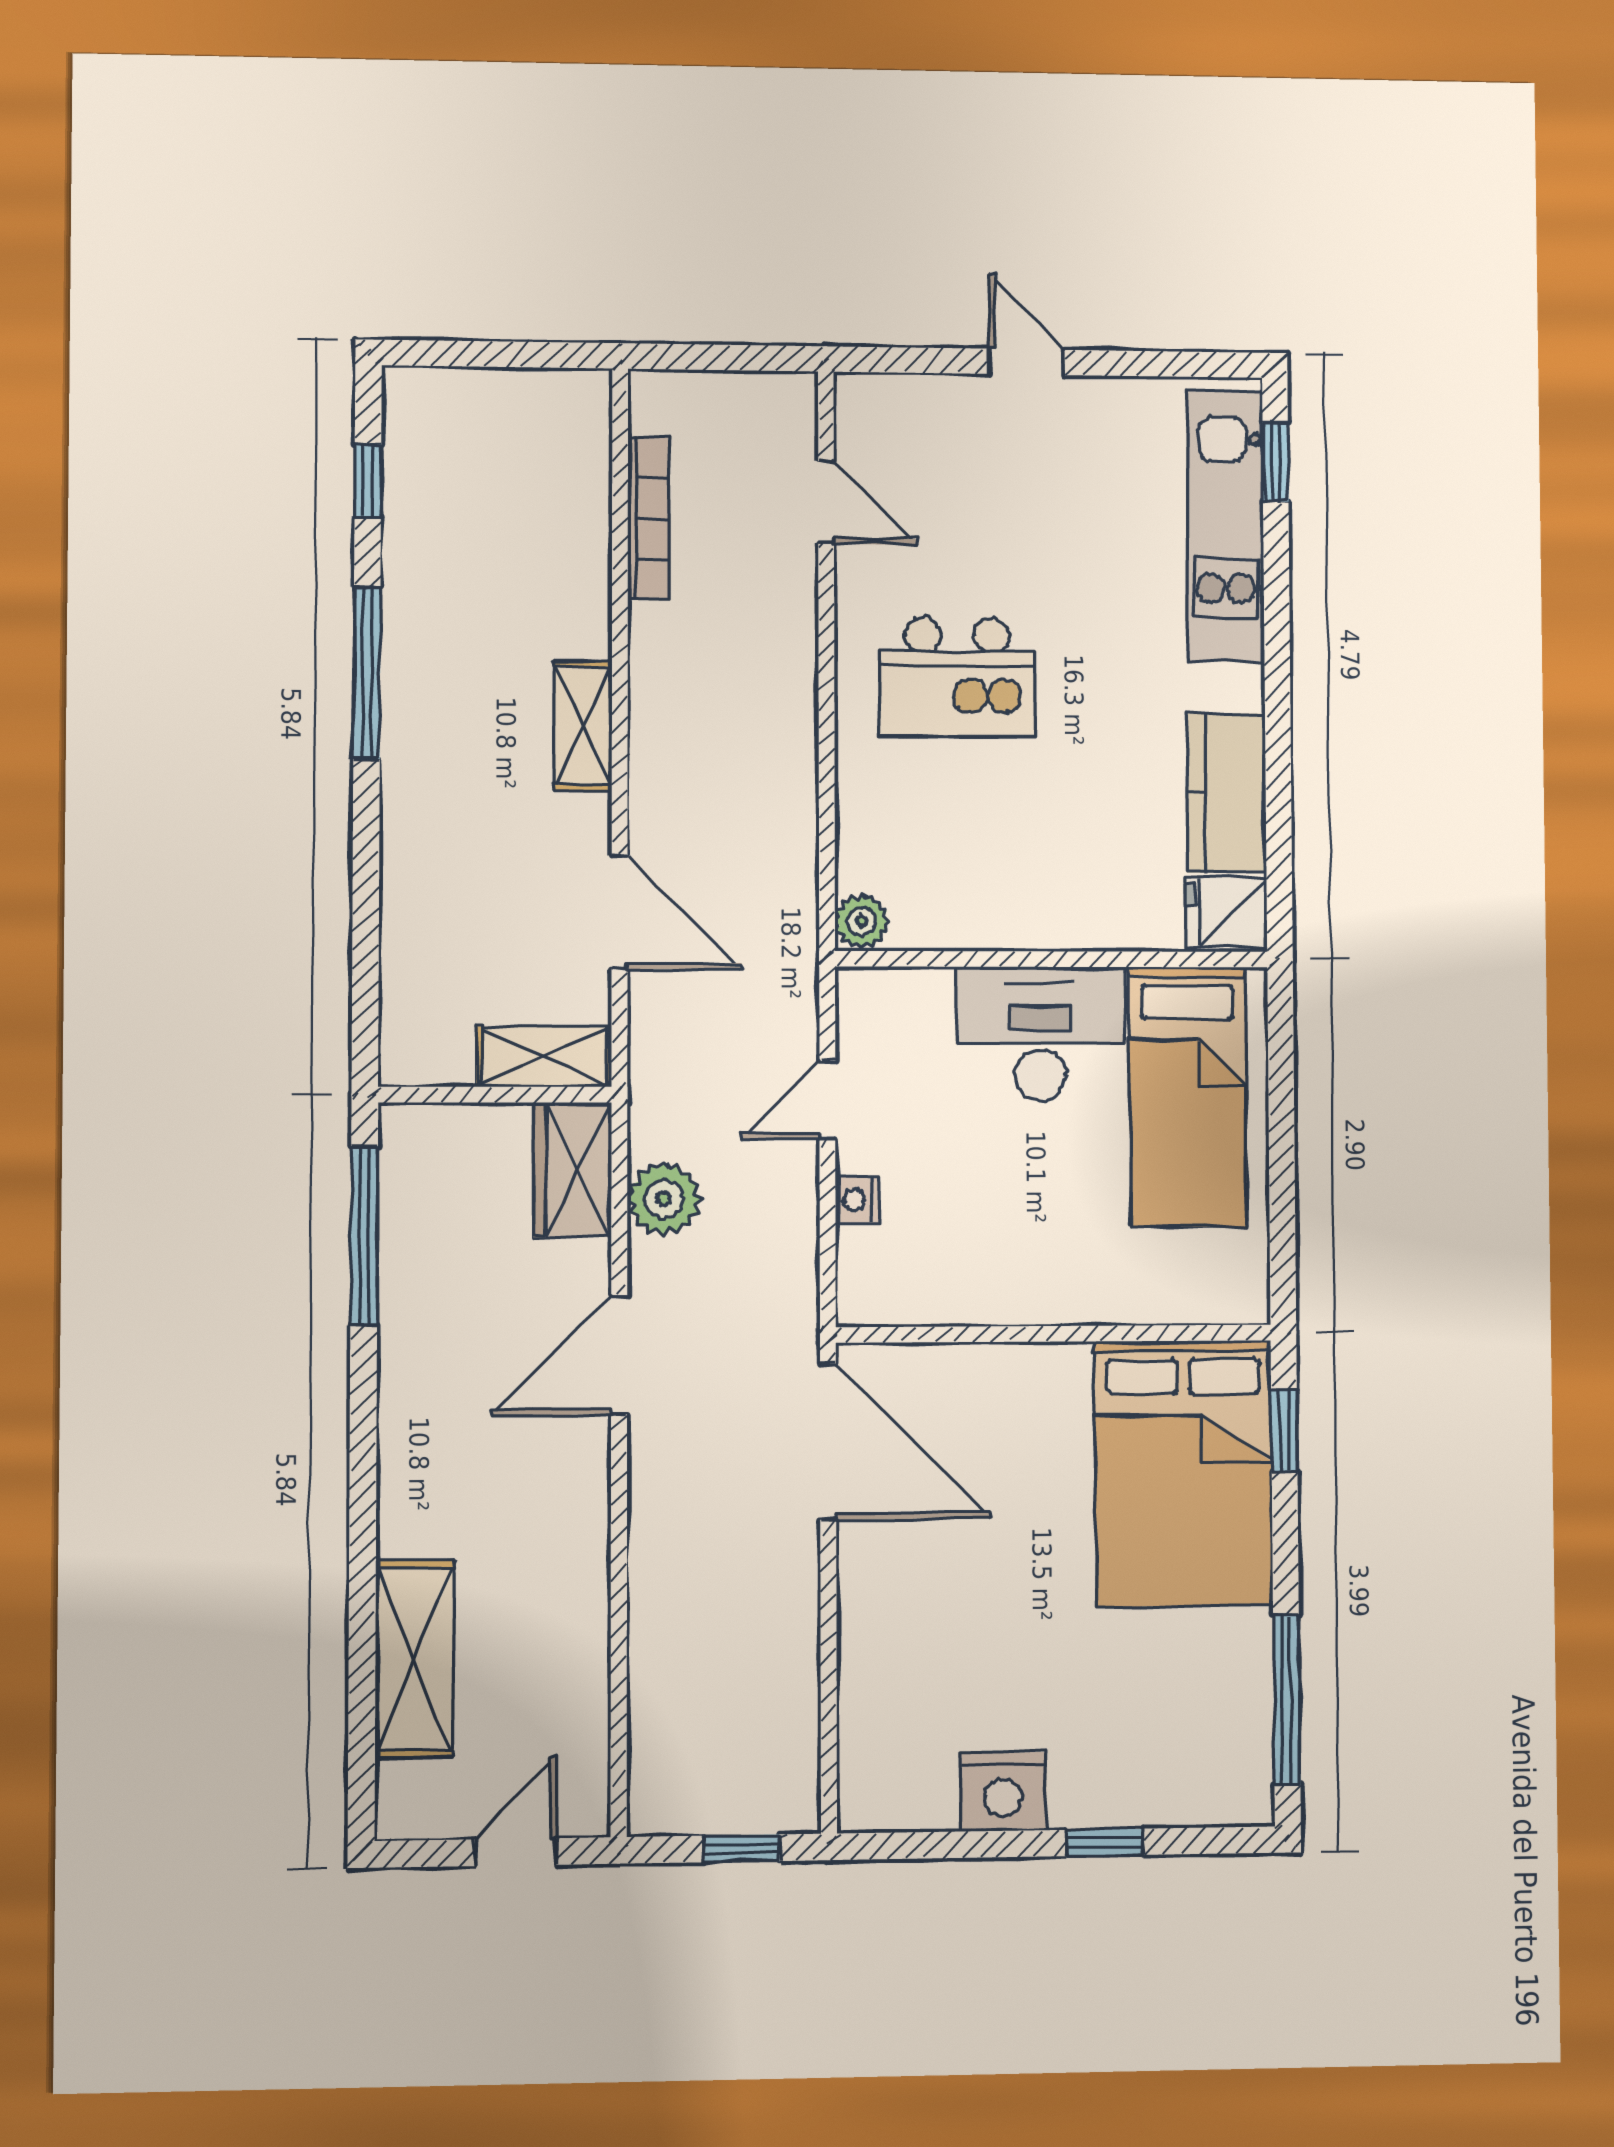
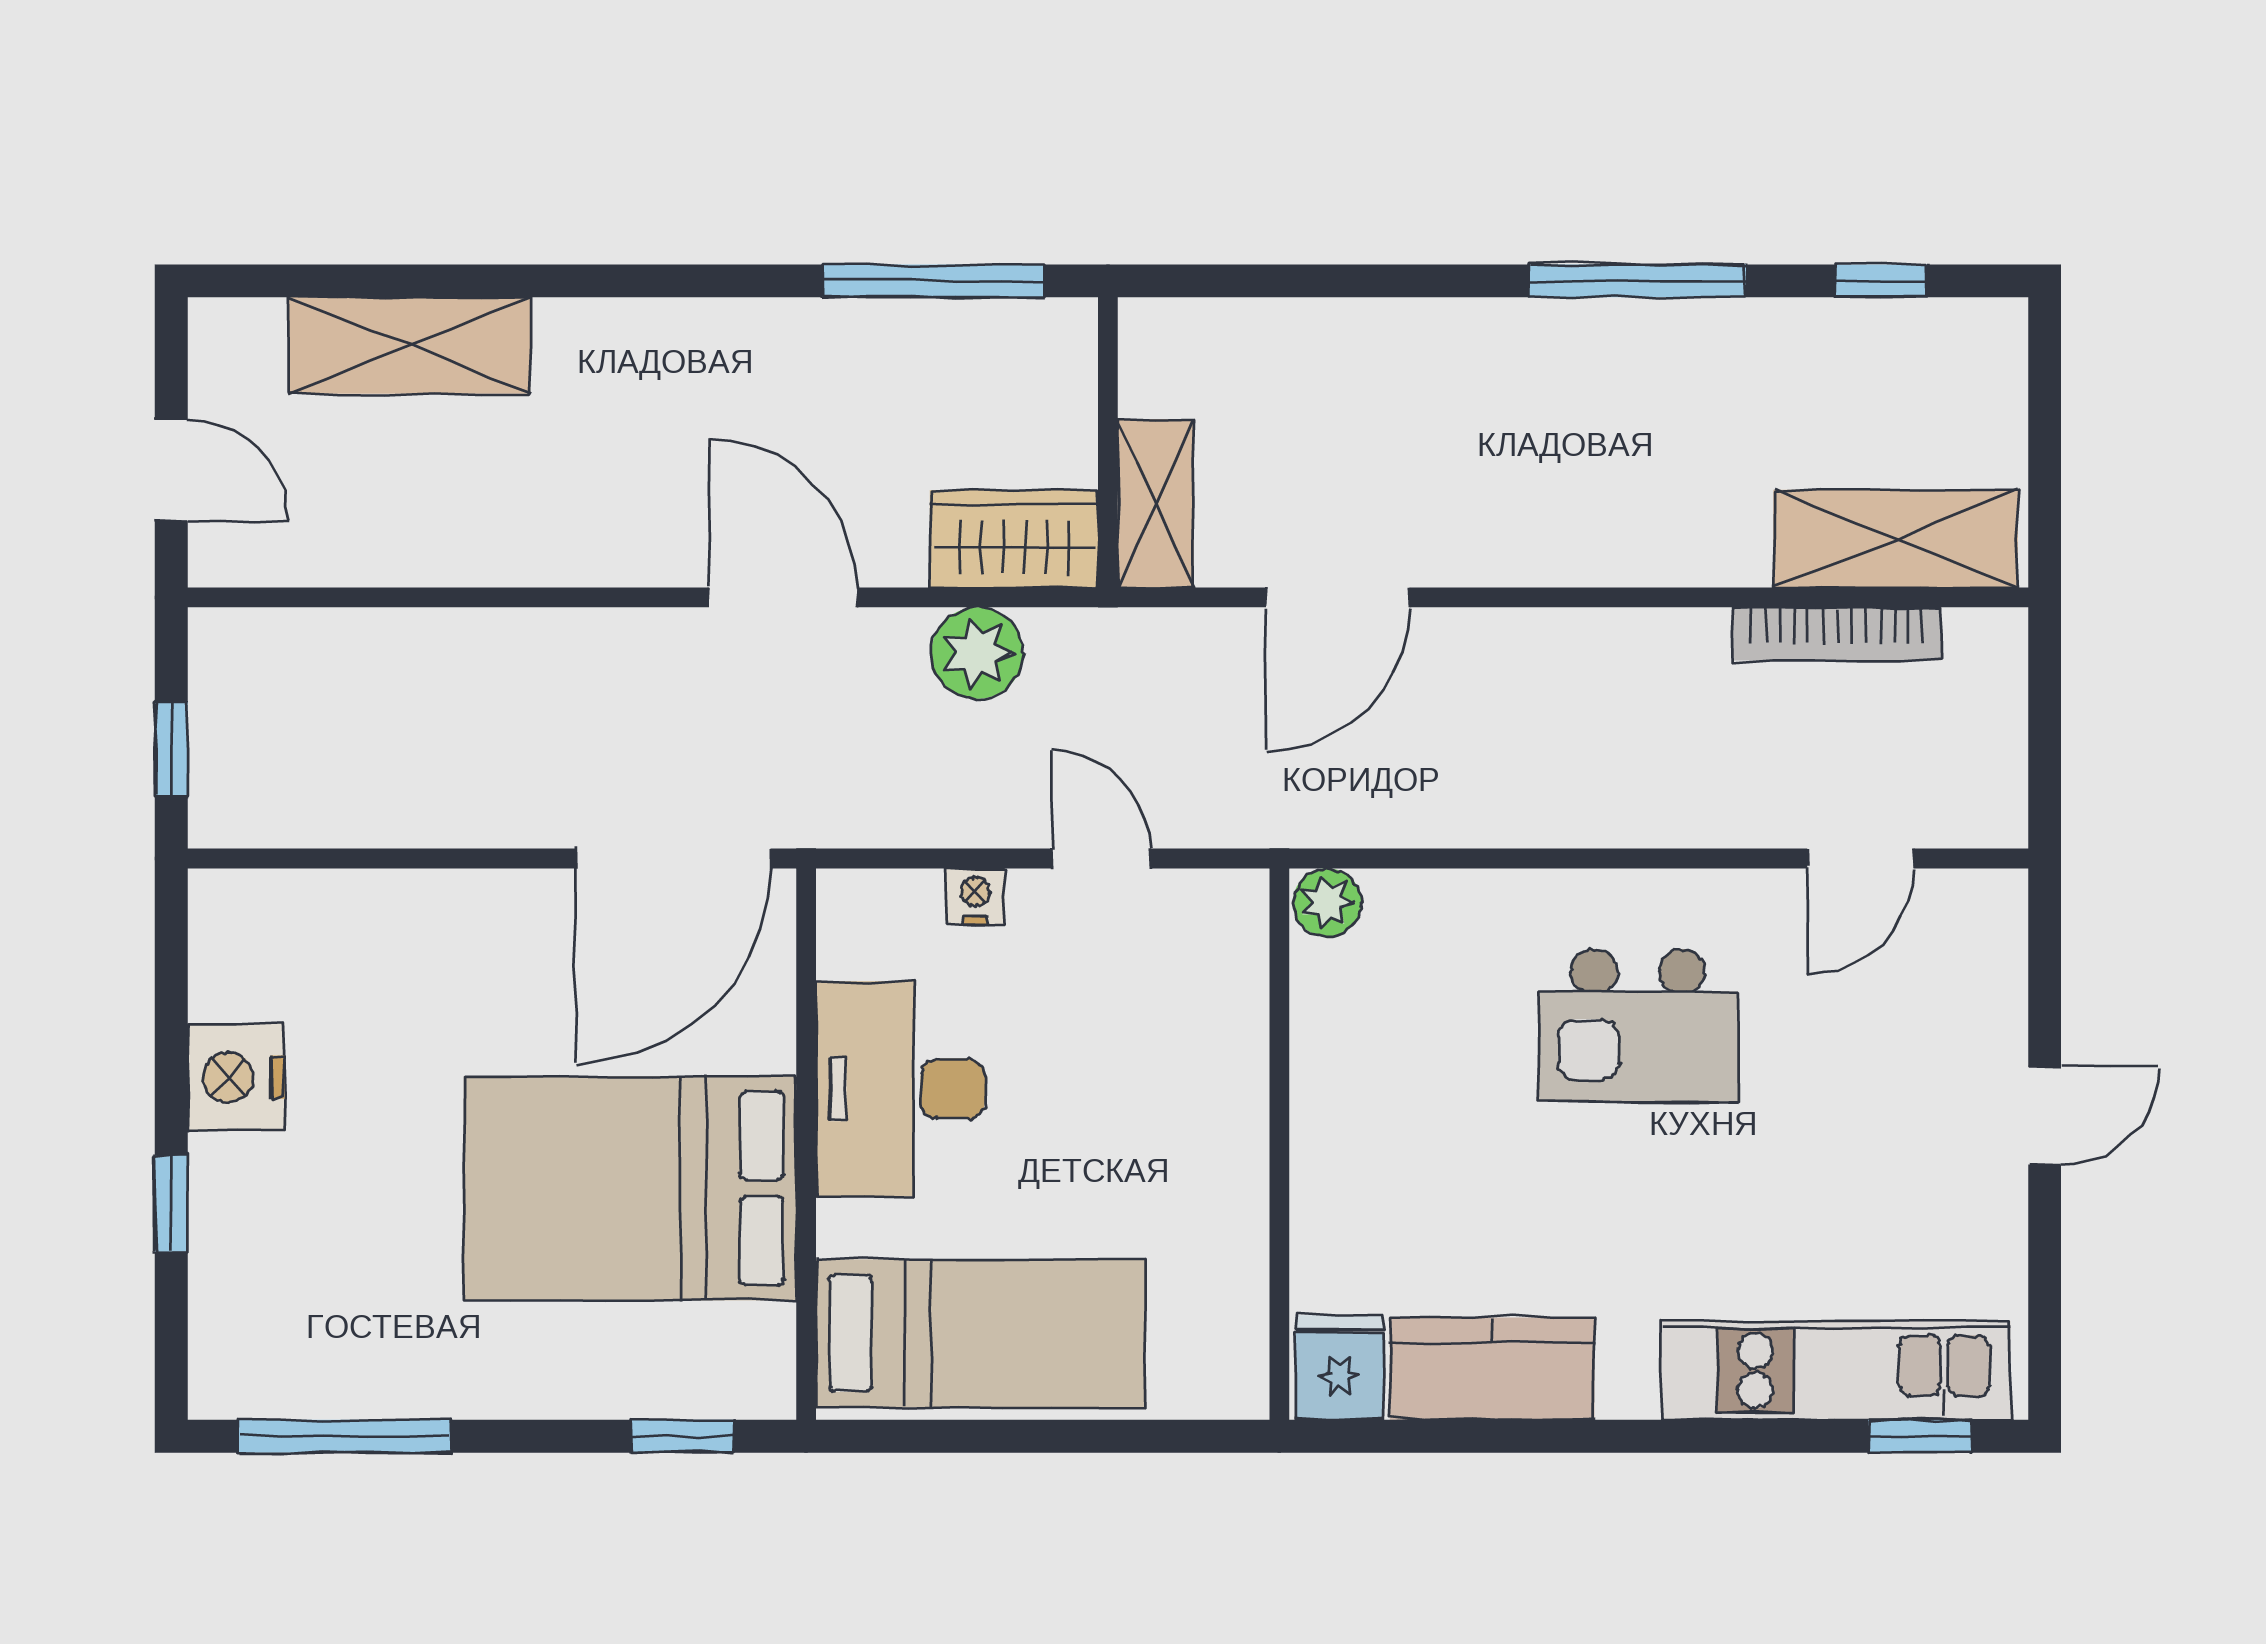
kitchen island: (957, 677) -> (1638, 1025), turned -90
shelving: (583, 726) -> (1896, 539), moved, width x1.50, depth x1.33
desk: (1040, 1033) -> (900, 1089), moved, turned 180
bed: (1188, 1097) -> (980, 1333), moved, turned 180
bed: (1184, 1473) -> (630, 1188), moved

